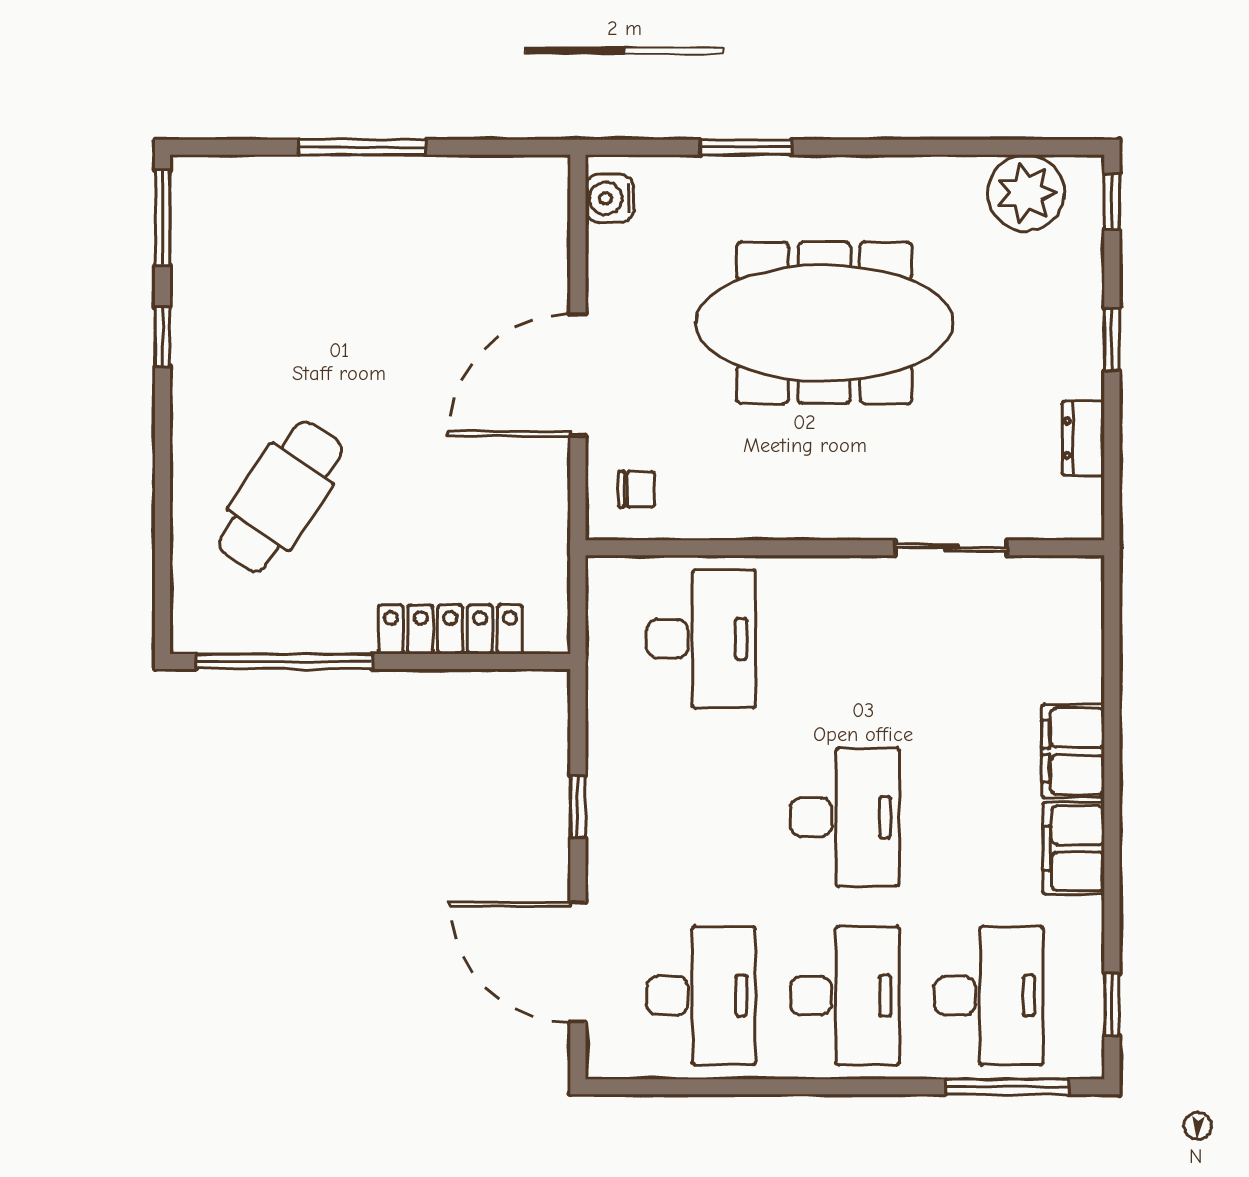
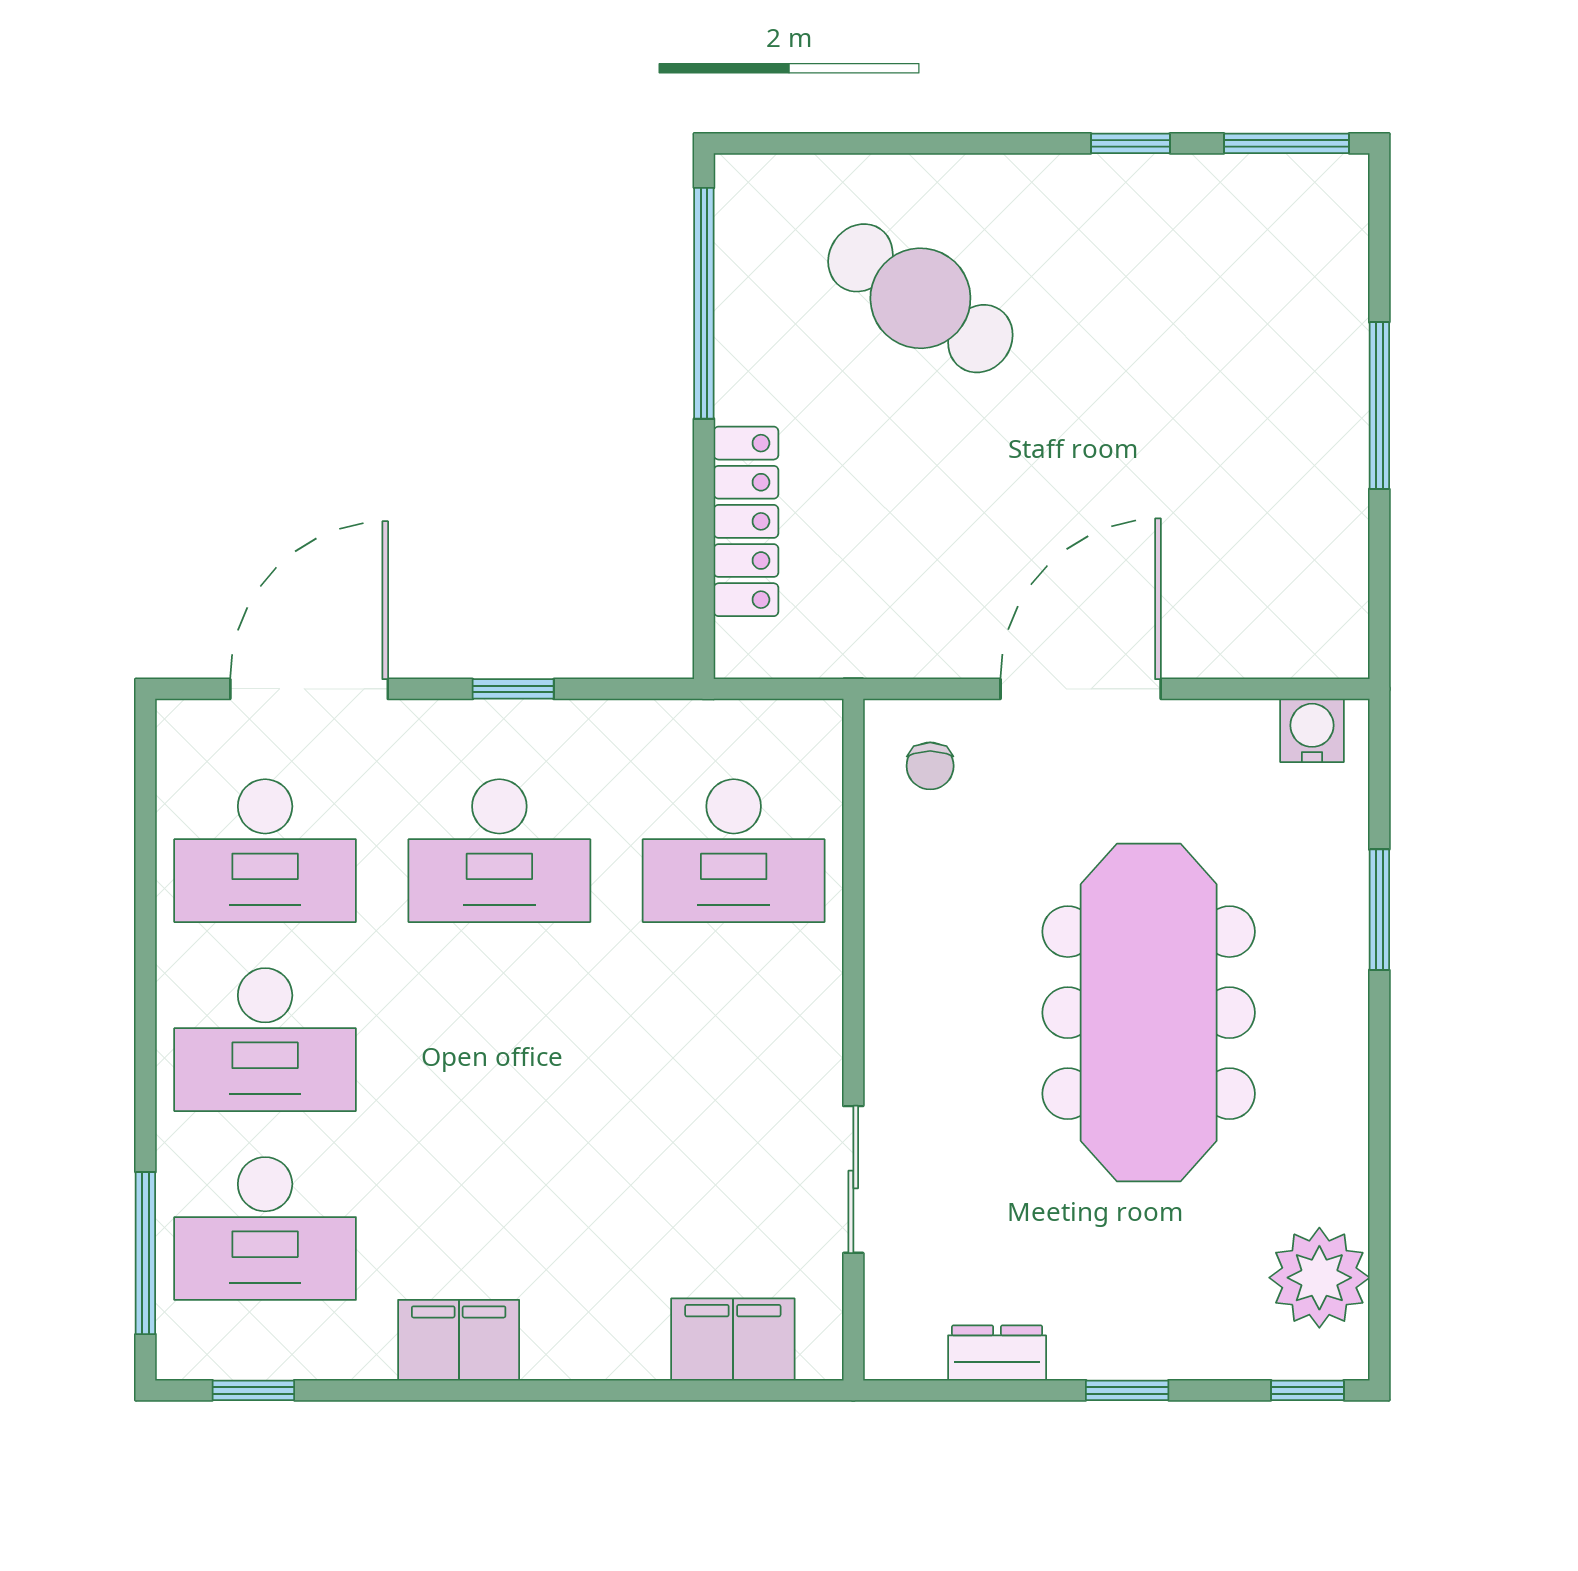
door: (578, 375) -> (1081, 689), hinge flipped
filing cabinet: (1073, 751) -> (733, 1339), moved
desk: (845, 817) -> (499, 851), moved

